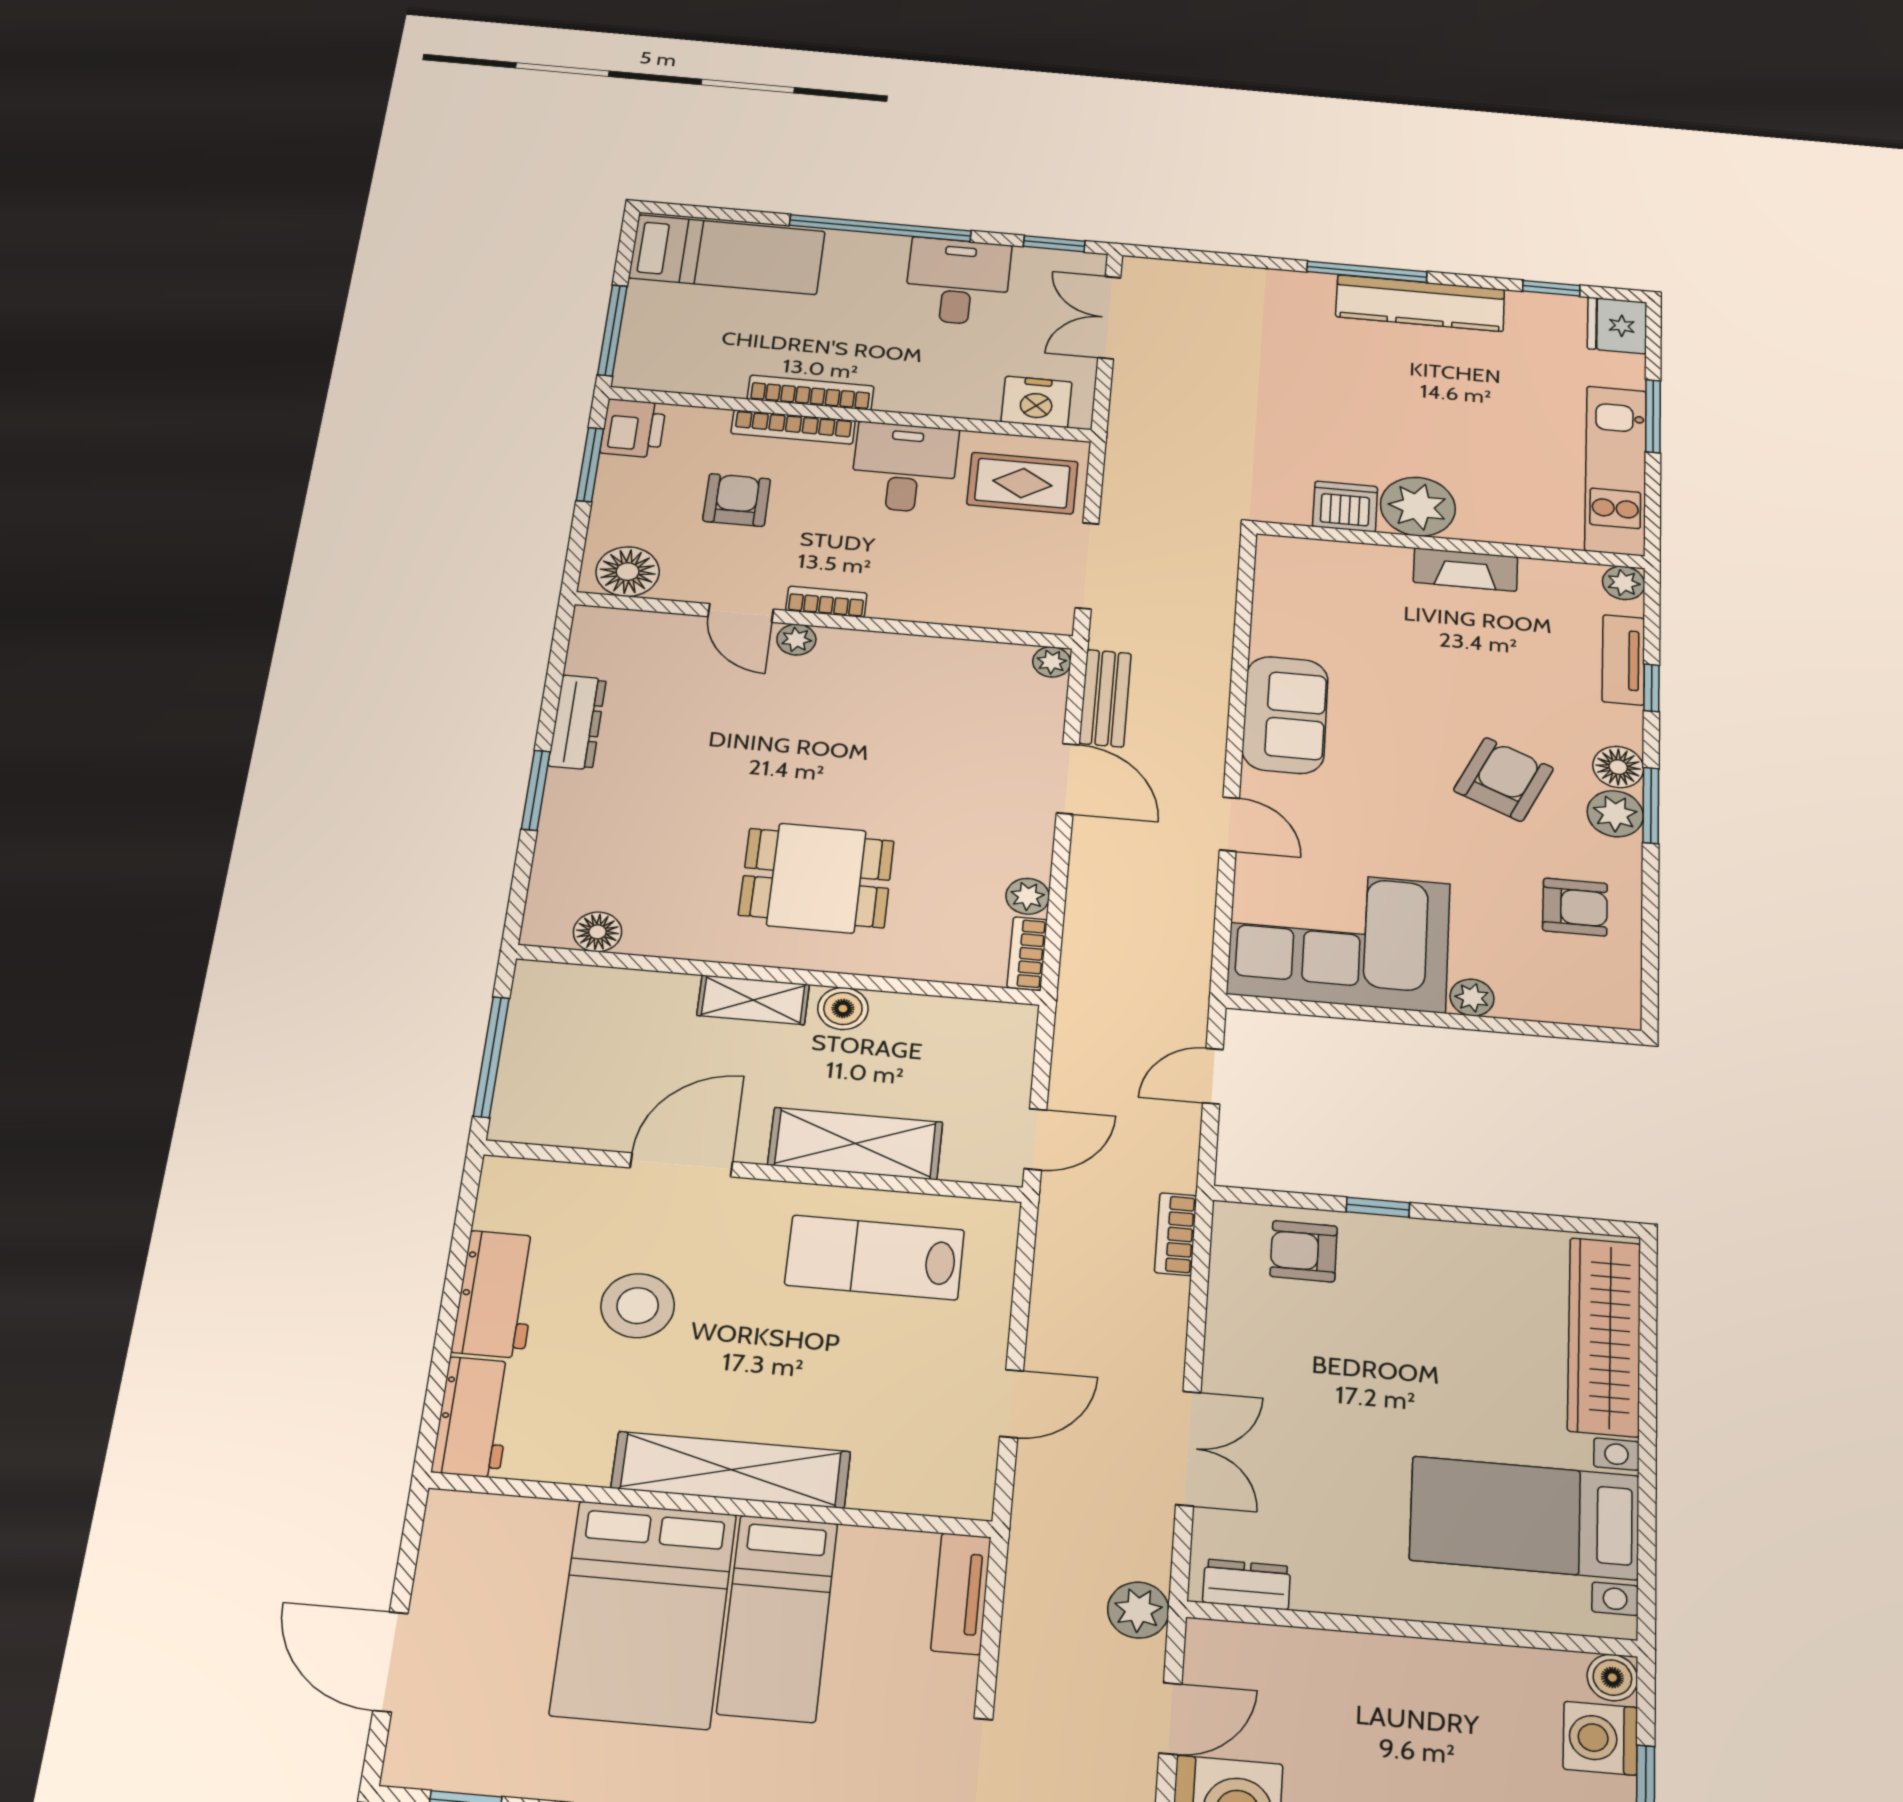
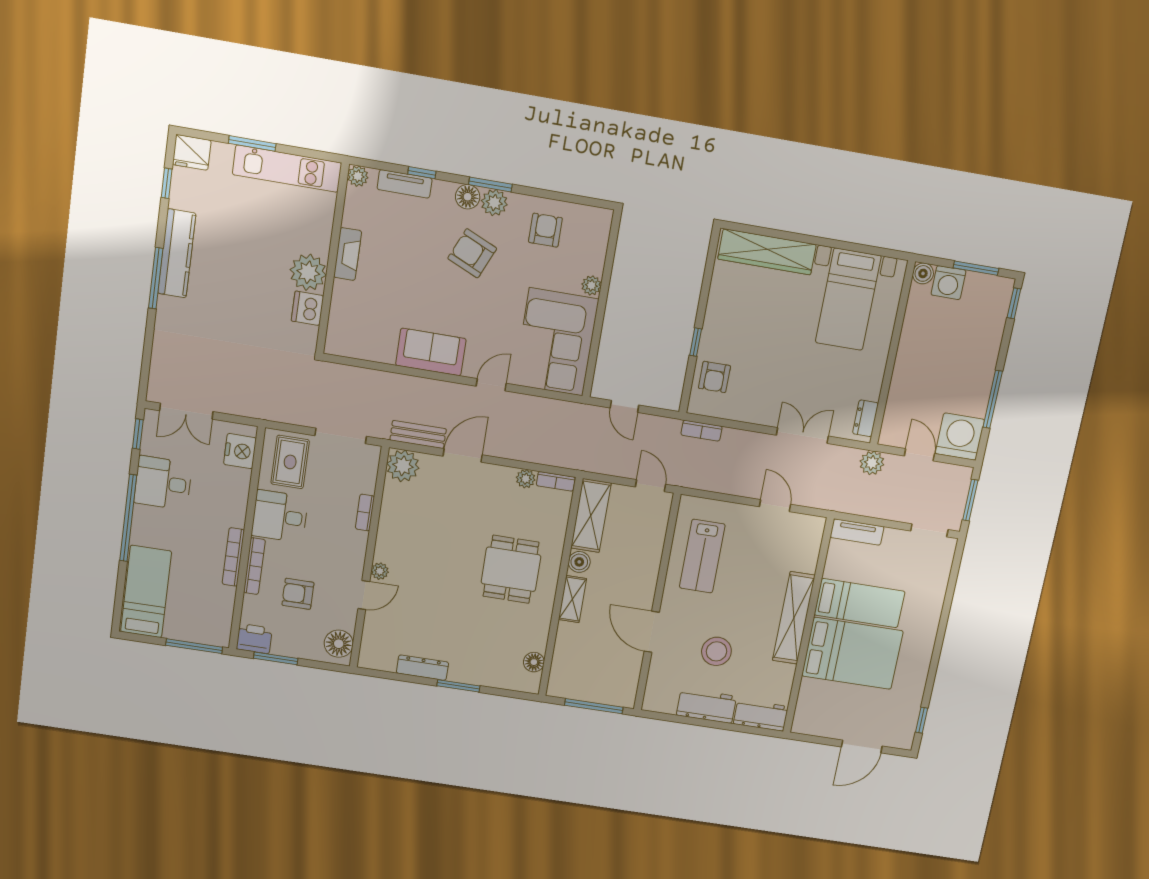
bookcase: (826, 602) -> (365, 512), moved
plant: (1052, 662) -> (403, 466), width x1.87, depth x1.87
shelving: (855, 1144) -> (591, 516), moved

